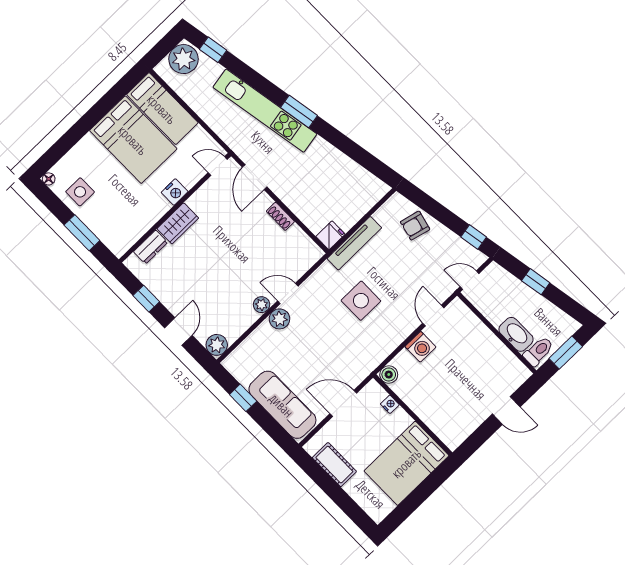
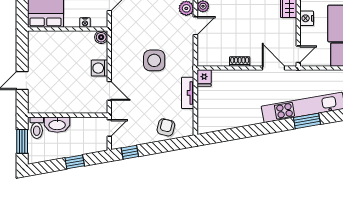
window: (299, 112) -> (307, 121), moved
tv unit: (354, 243) -> (188, 93), width x0.71

